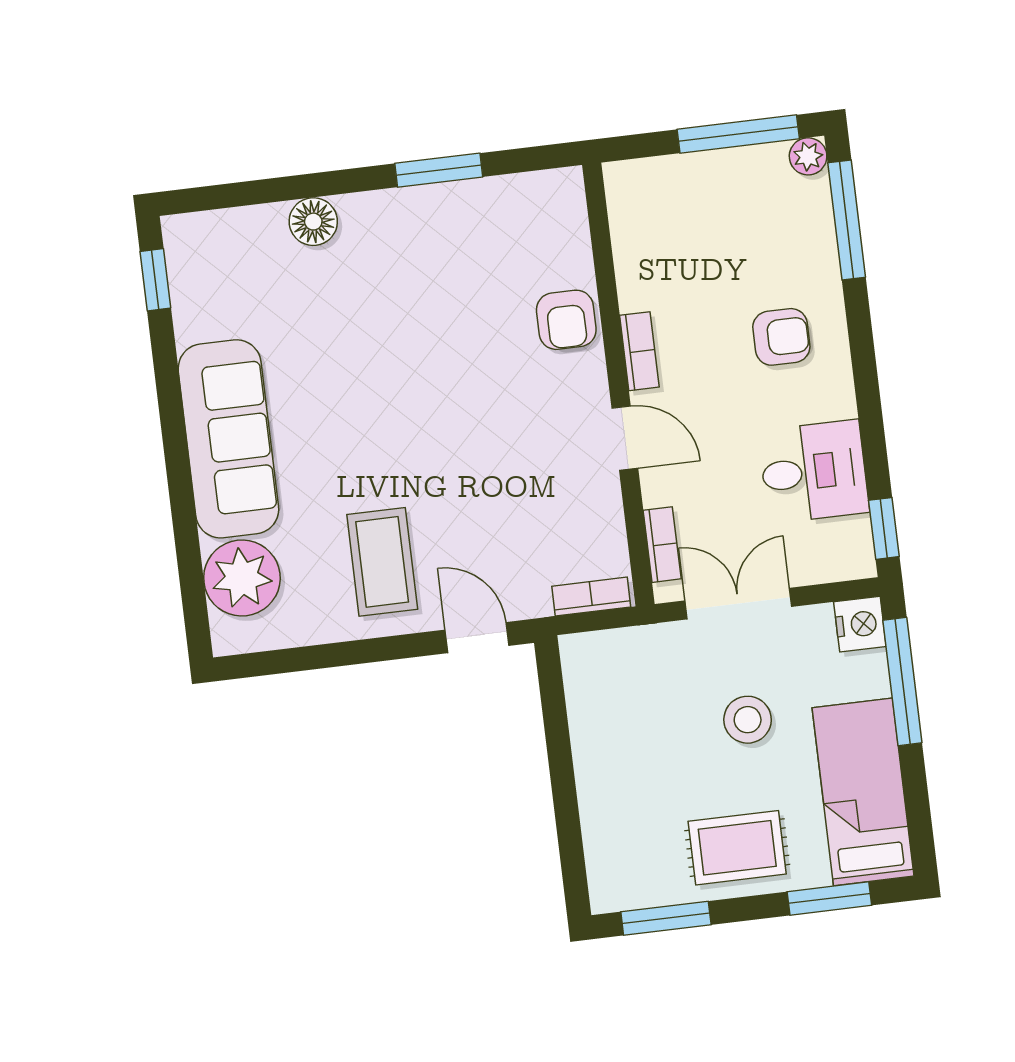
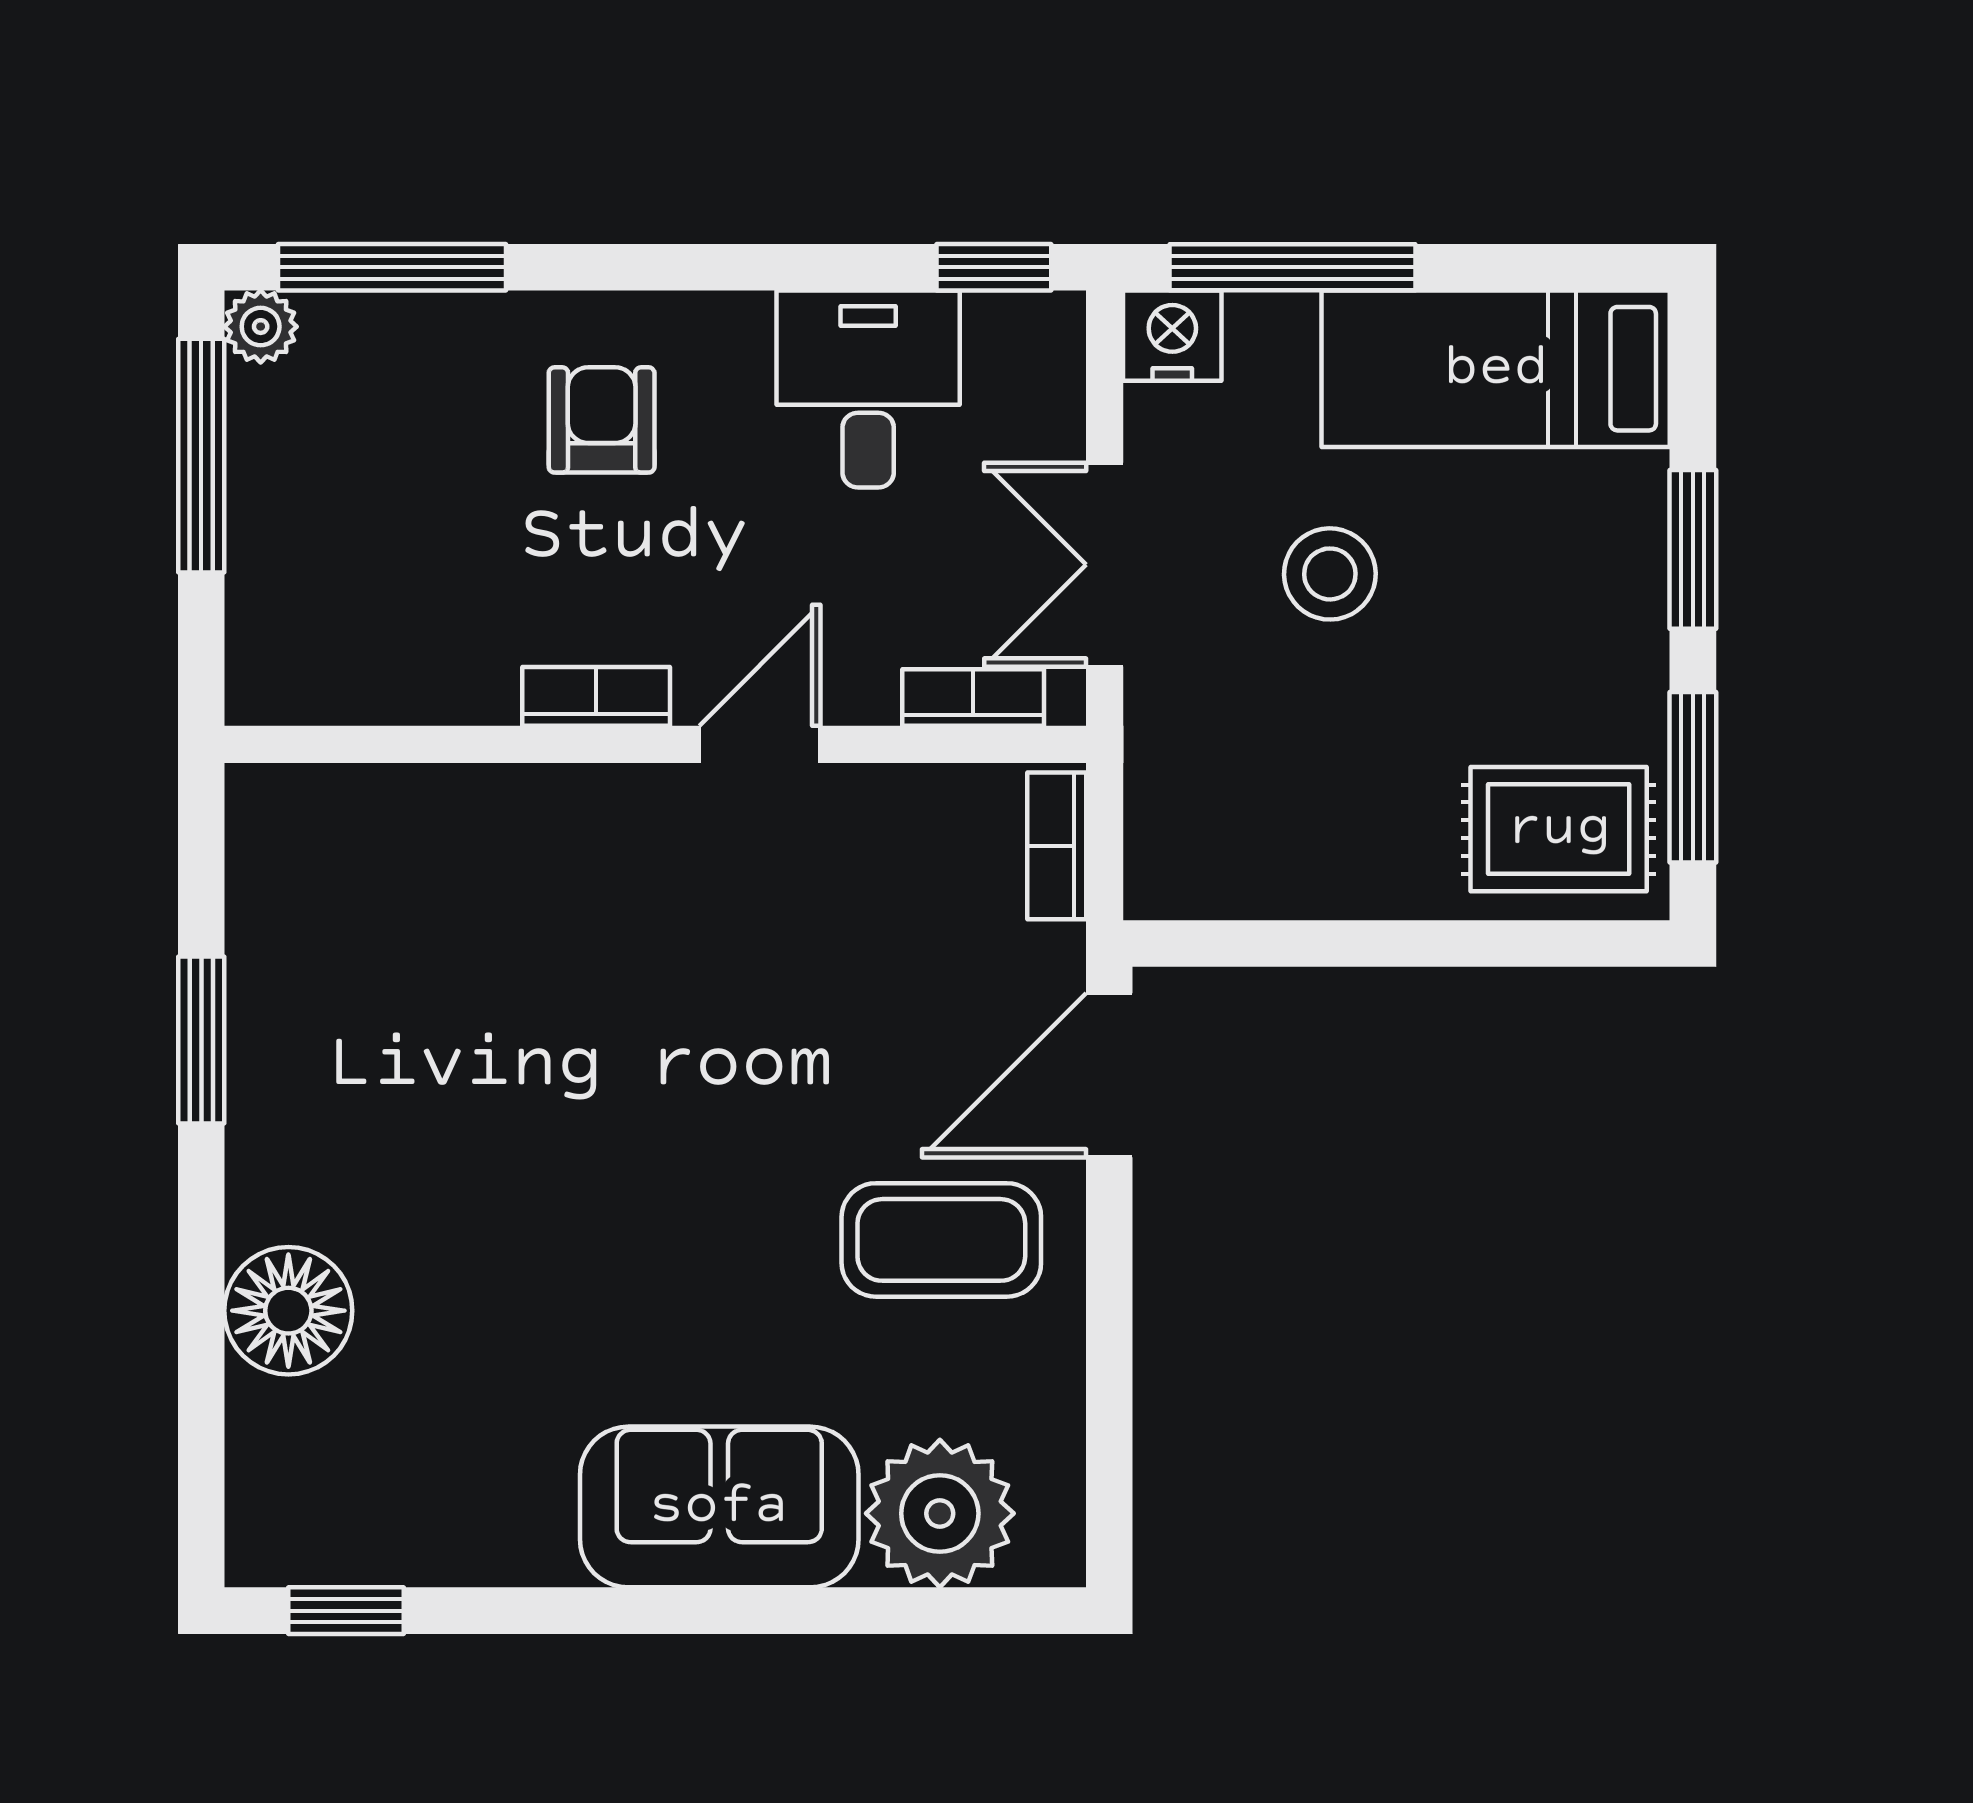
floor lamp: (313, 222) -> (288, 1311), width x1.38, depth x1.38
armchair: (566, 320) -> (519, 830), removed
sofa: (228, 439) -> (719, 1507), width x0.73
door: (477, 638) -> (1109, 1075), width x1.38
rug: (737, 848) -> (1559, 829), moved, turned 90
window: (829, 899) -> (1693, 549), moved

